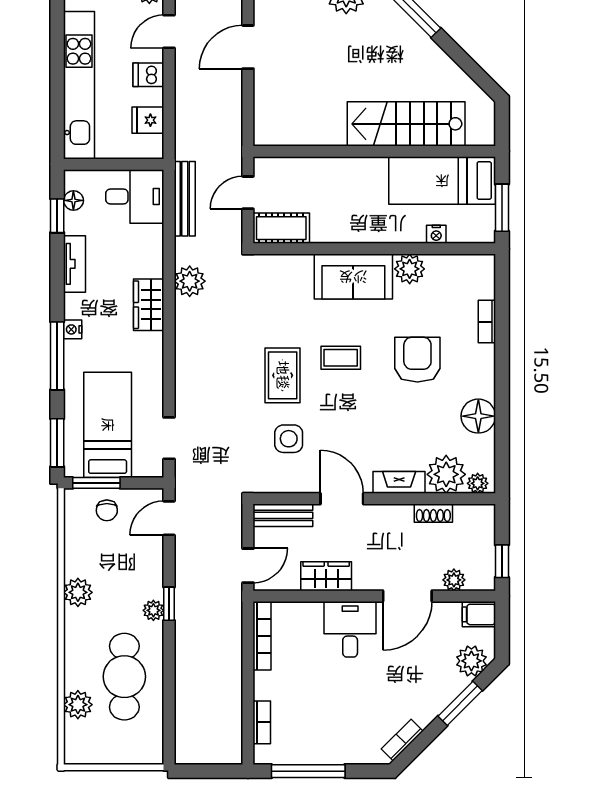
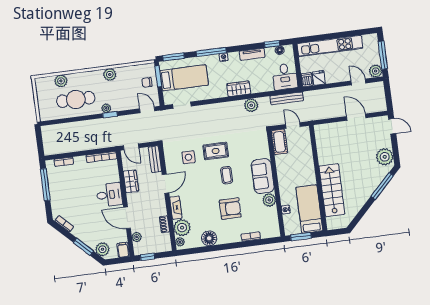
dishwasher: (148, 75) -> (307, 80), moved

